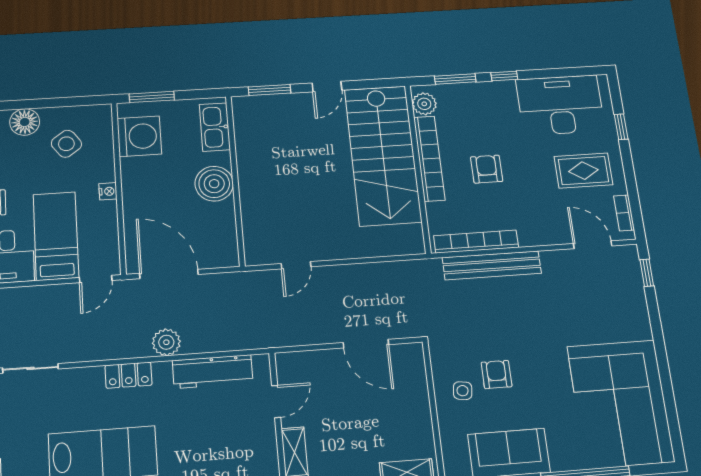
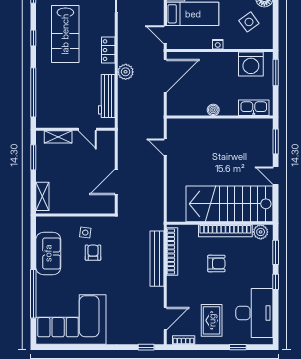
boiler: (214, 184) -> (213, 110), width x0.54, depth x0.54
armchair: (497, 374) -> (93, 253), turned -90

